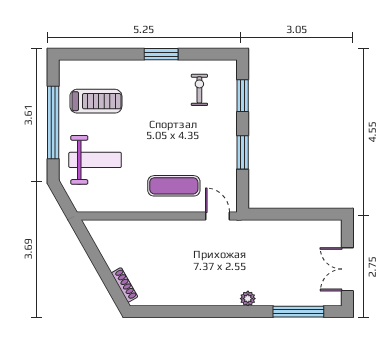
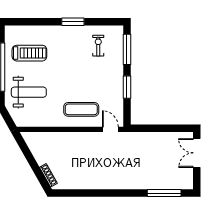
window: (243, 96) -> (127, 49), width x1.44
double door: (347, 269) -> (197, 153), moved
plant: (248, 299) -> (130, 184), removed

